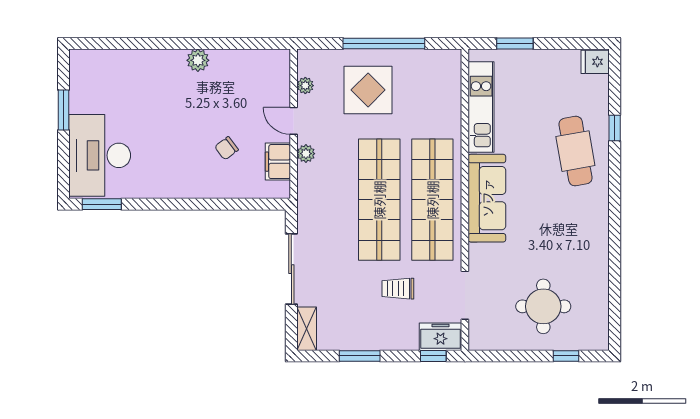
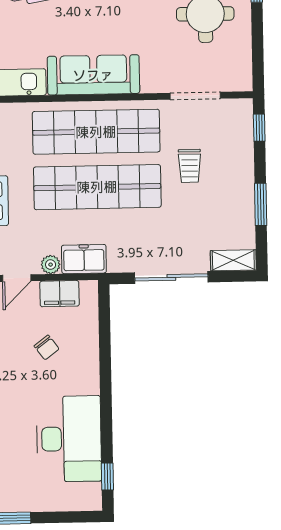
desk: (100, 155) -> (69, 439), moved, turned -90
window: (102, 204) -> (107, 477), width x0.67
freezer: (440, 337) -> (84, 259), moved, turned 90

